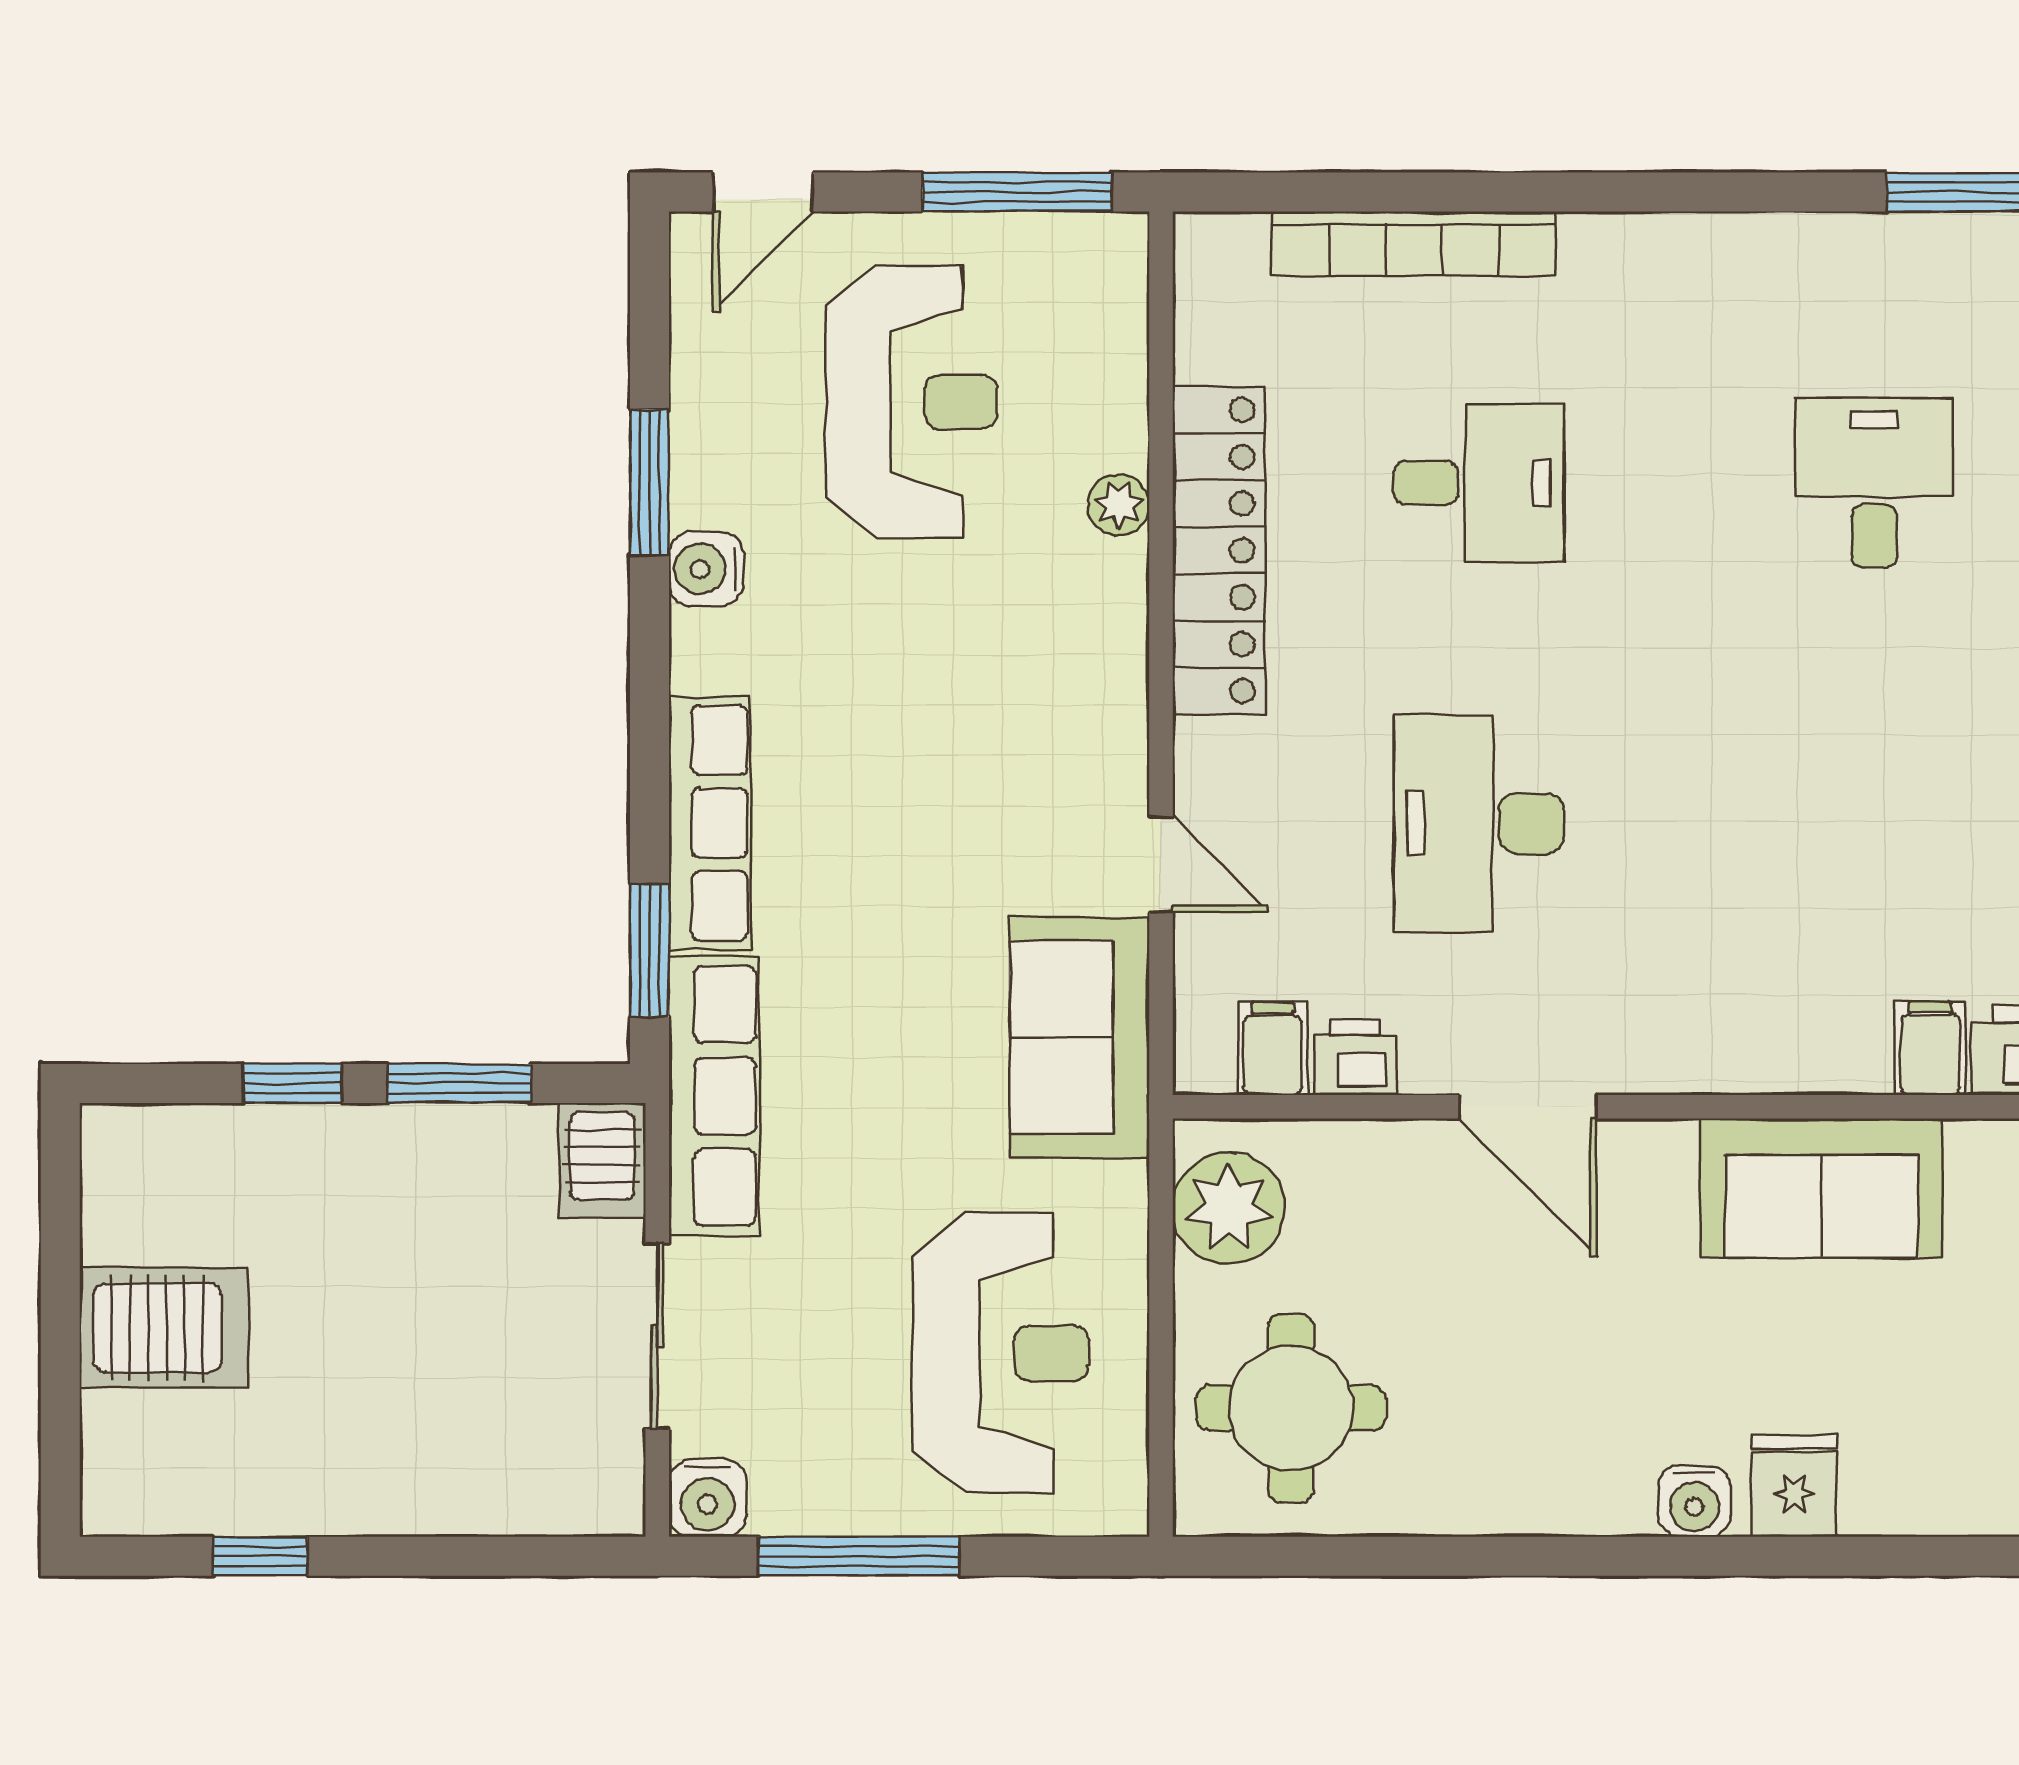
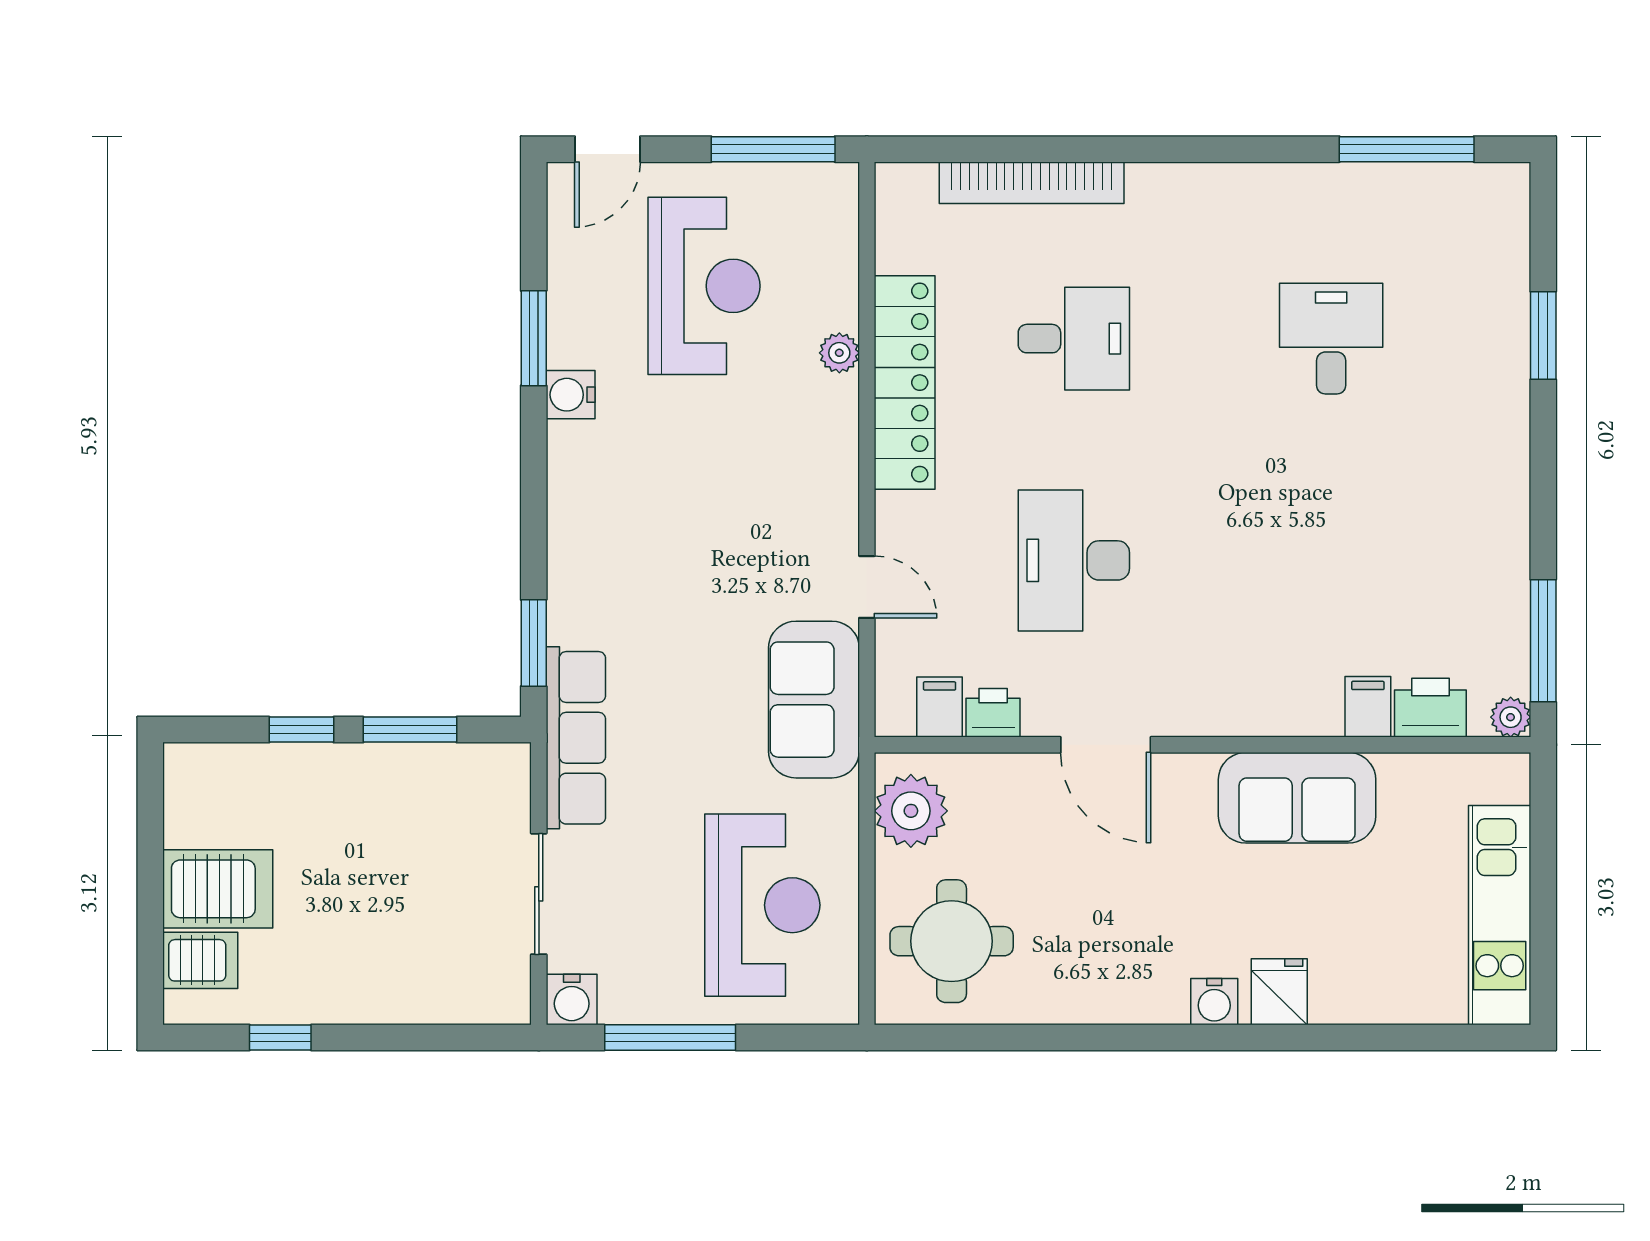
row of seats: (710, 823) -> (573, 560), removed
server rack: (602, 1160) -> (200, 960), moved, turned -90

